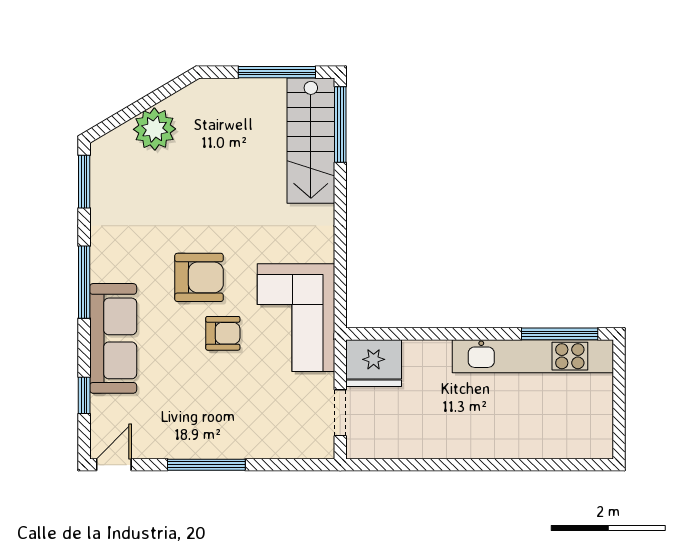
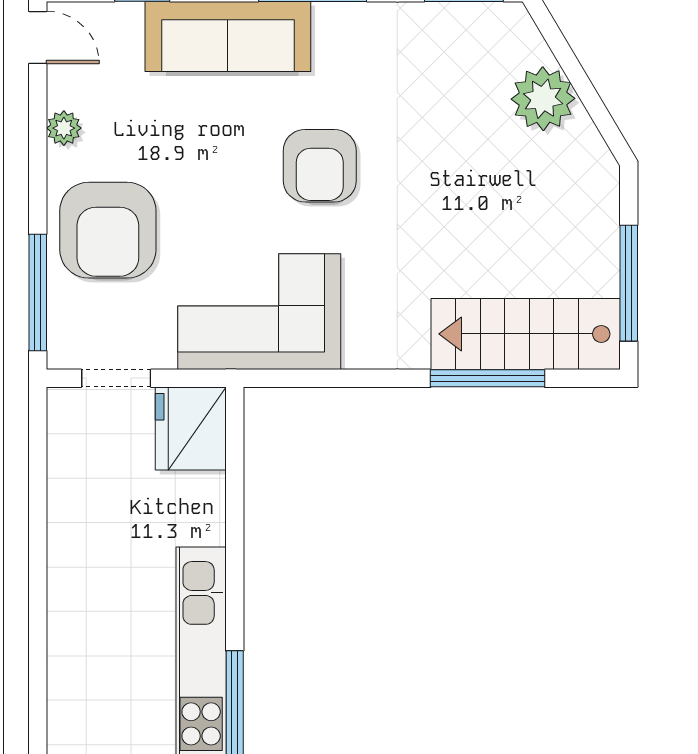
window: (340, 124) -> (488, 378), moved
armchair: (223, 333) -> (108, 230), moved, width x1.88, depth x1.88
plant: (174, 447) -> (64, 128), added
window: (206, 465) -> (38, 292), moved

